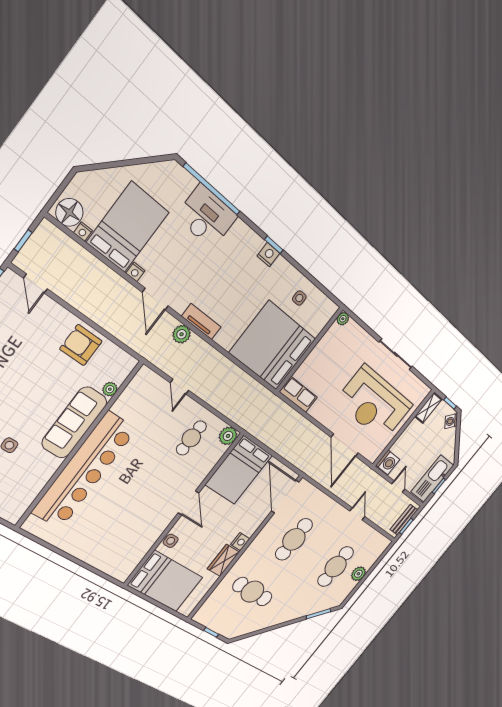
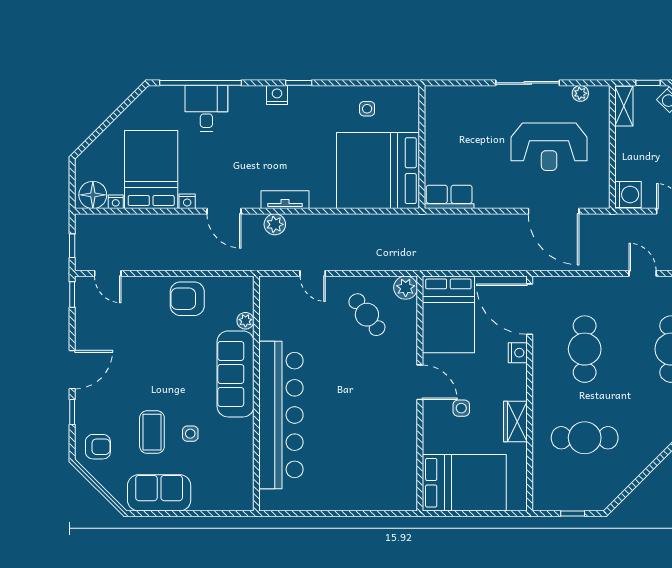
desk: (207, 217) -> (206, 108), width x0.73
nightstand: (268, 255) -> (277, 95), moved
plant: (343, 319) -> (580, 93), moved
reception desk: (374, 403) -> (549, 147), width x0.74, depth x0.77
cafe table: (191, 438) -> (367, 315), turned -37
side table: (171, 541) -> (461, 408), moved
nightstand: (240, 542) -> (518, 353), moved

